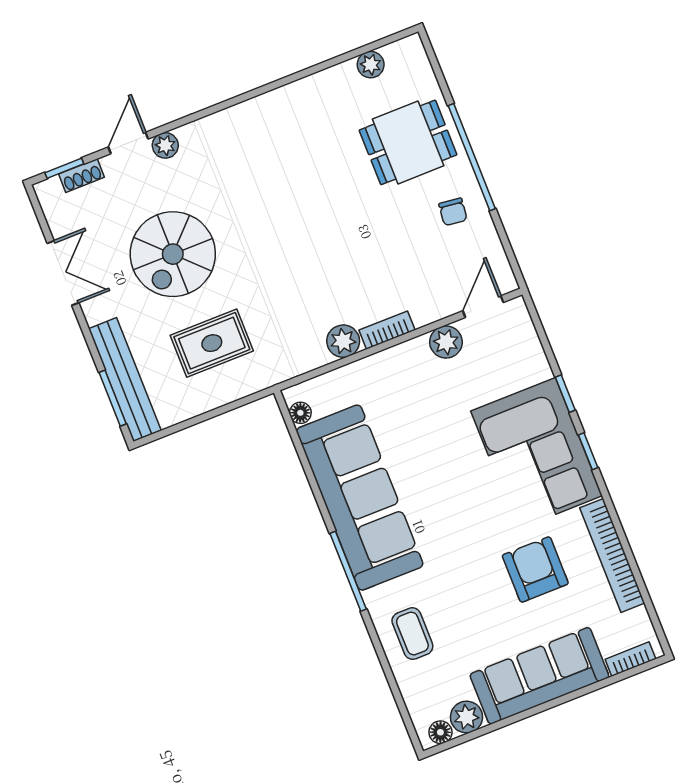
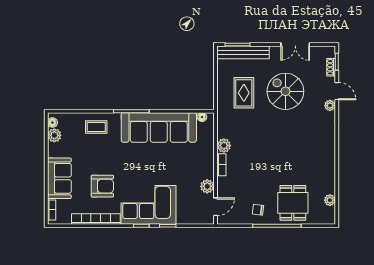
door: (483, 307) -> (216, 207), hinge flipped
sofa: (539, 676) -> (59, 178), width x0.73

